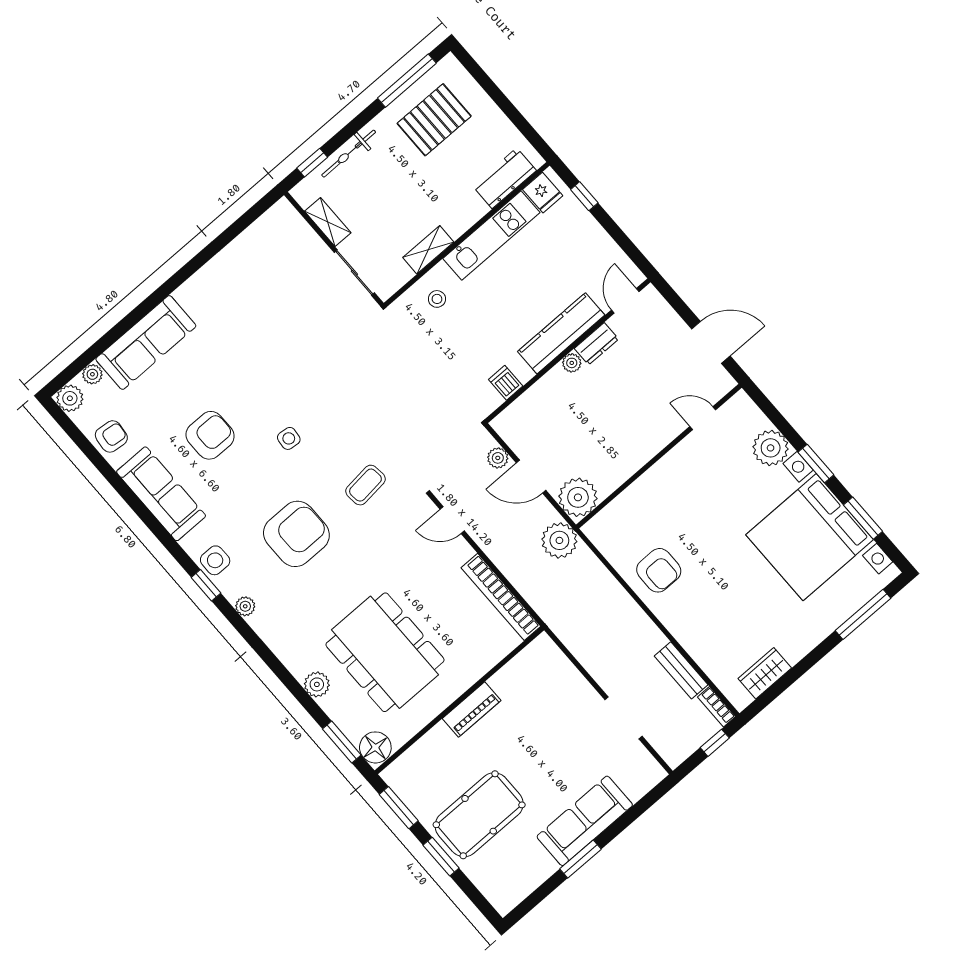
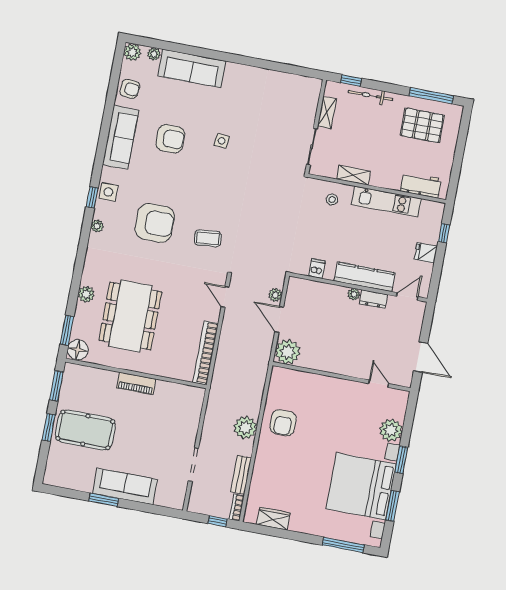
fridge: (543, 193) -> (426, 253), moved, turned 90
side table: (289, 438) -> (222, 141), moved
plant: (559, 540) -> (245, 428), moved

